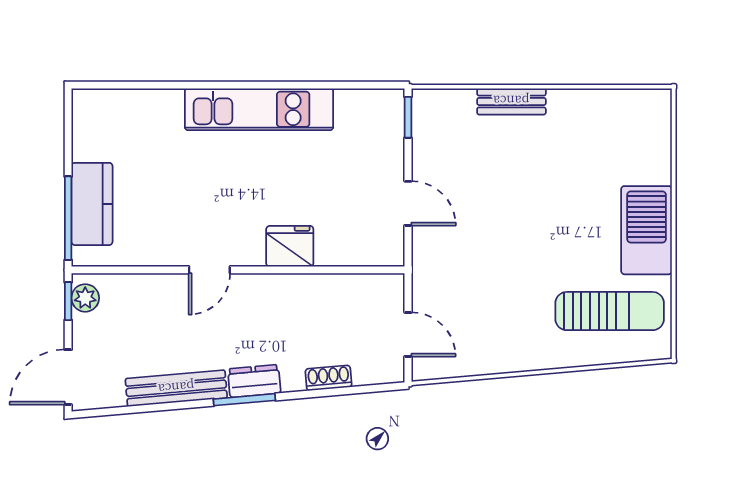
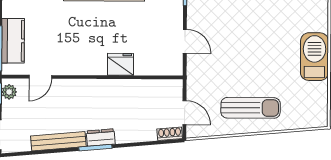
door: (209, 270) -> (40, 77), moved
sun lounger: (610, 311) -> (251, 108), moved
shoe rack: (328, 378) -> (170, 134), moved

